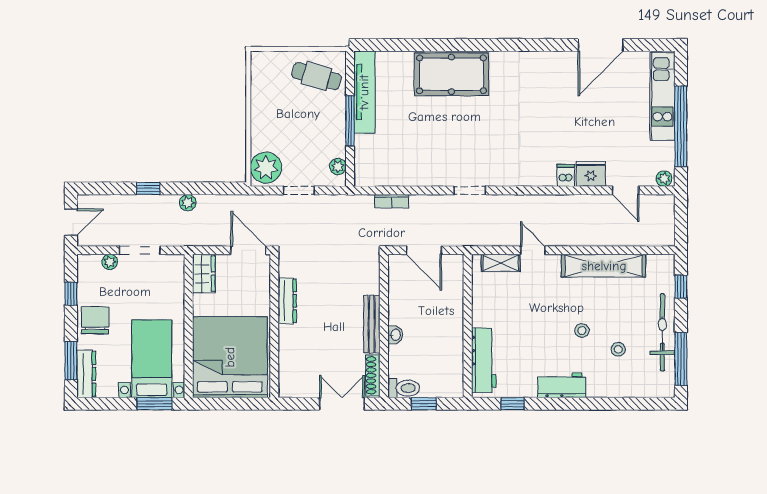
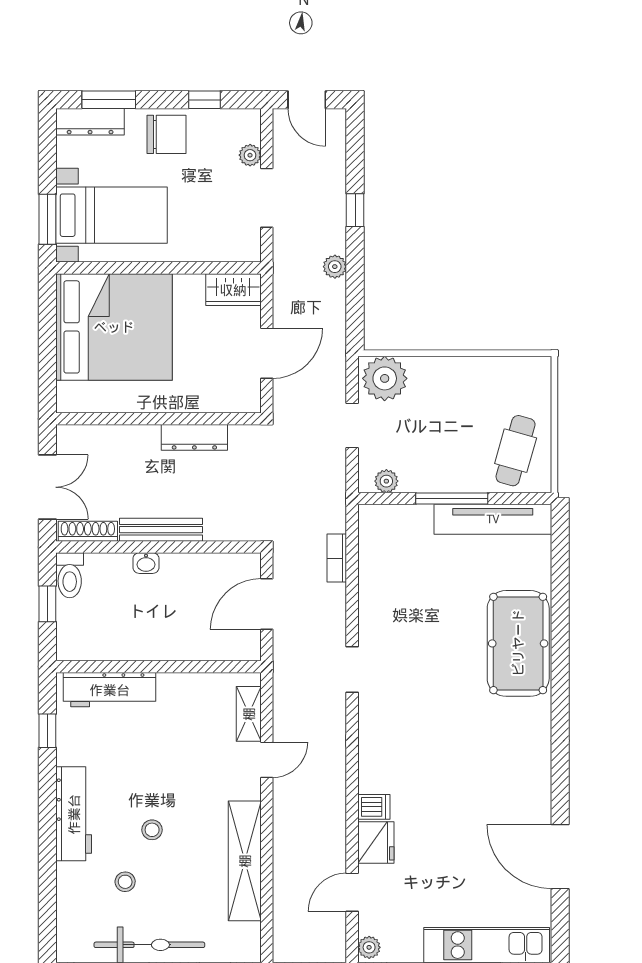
dresser: (287, 301) -> (194, 437), moved
wall: (274, 326) -> (158, 419), moved
workbench: (562, 385) -> (74, 814), width x1.37

